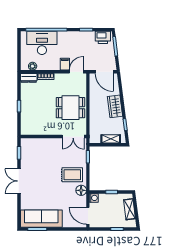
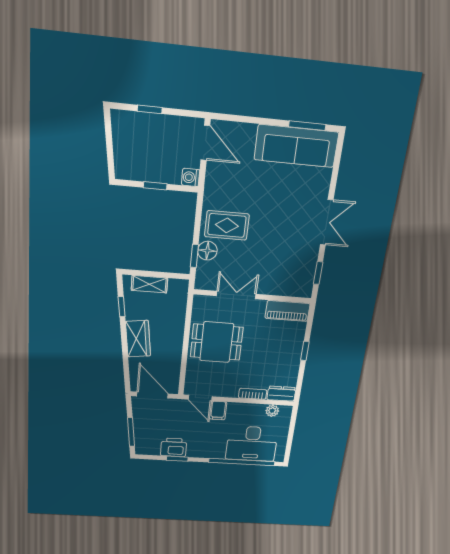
printer: (103, 37) -> (174, 447), moved
door: (76, 72) -> (200, 398), hinge flipped
piano: (33, 130) -> (288, 311), added
double door: (73, 136) -> (236, 295), moved
floor lamp: (81, 190) -> (207, 251), moved
shelving: (130, 209) -> (122, 148), removed

